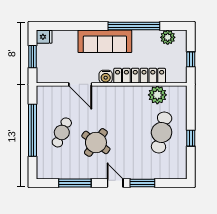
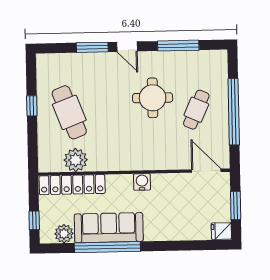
sofa: (105, 41) -> (109, 228), moved
window: (191, 59) -> (34, 220), moved
locker: (140, 76) -> (72, 185), moved
door: (80, 84) -> (206, 171), moved
cafe table: (162, 132) -> (69, 112), turned -33
round table: (96, 142) -> (153, 98), turned -36

